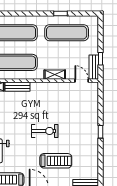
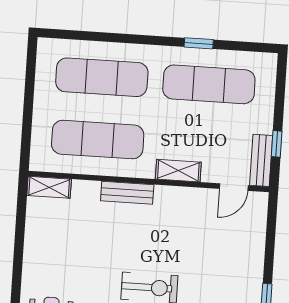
door: (82, 81) -> (234, 187), swing flipped
bench: (17, 87) -> (127, 193), moved

